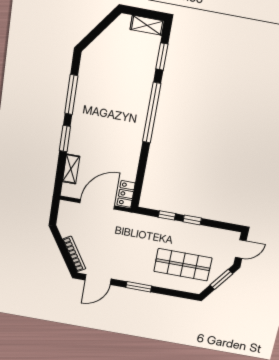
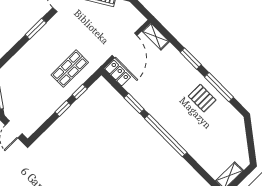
window: (162, 57) -> (134, 103), moved
pallet: (93, 103) -> (202, 98), added
shelving: (71, 169) -> (156, 36), moved
shop shelf: (183, 265) -> (70, 69), moved, width x0.70, depth x0.74

